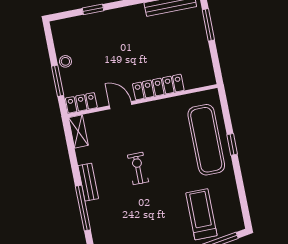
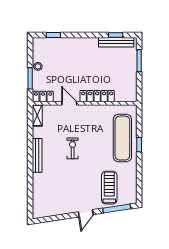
window: (93, 9) -> (53, 35), moved
bench: (88, 182) -> (37, 155), width x1.36
window: (83, 208) -> (30, 168), removed

